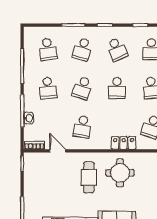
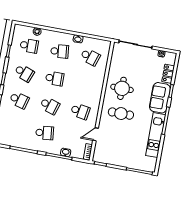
school desk: (48, 49) -> (14, 127), removed
school desk: (117, 49) -> (24, 73), turned 45
locker: (124, 143) -> (99, 81), removed

